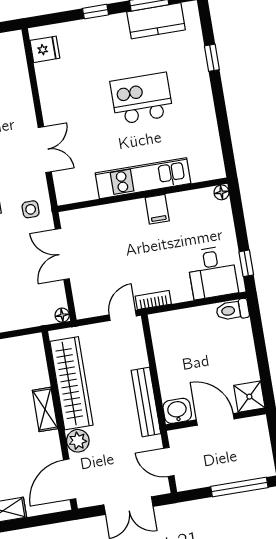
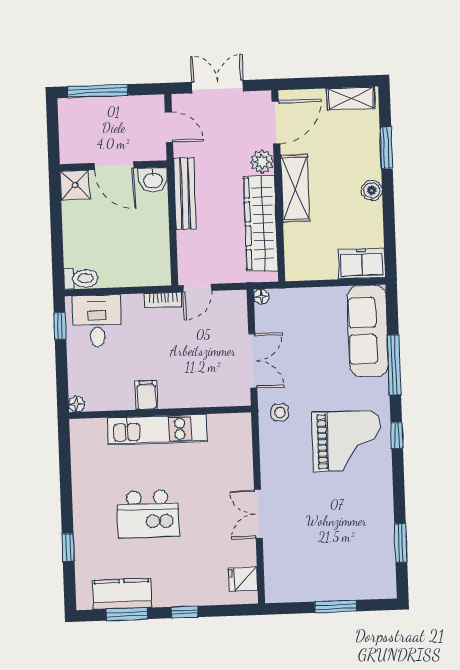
double door: (45, 150) -> (258, 514), moved
shelving: (45, 409) -> (295, 188), width x1.50, depth x1.33

